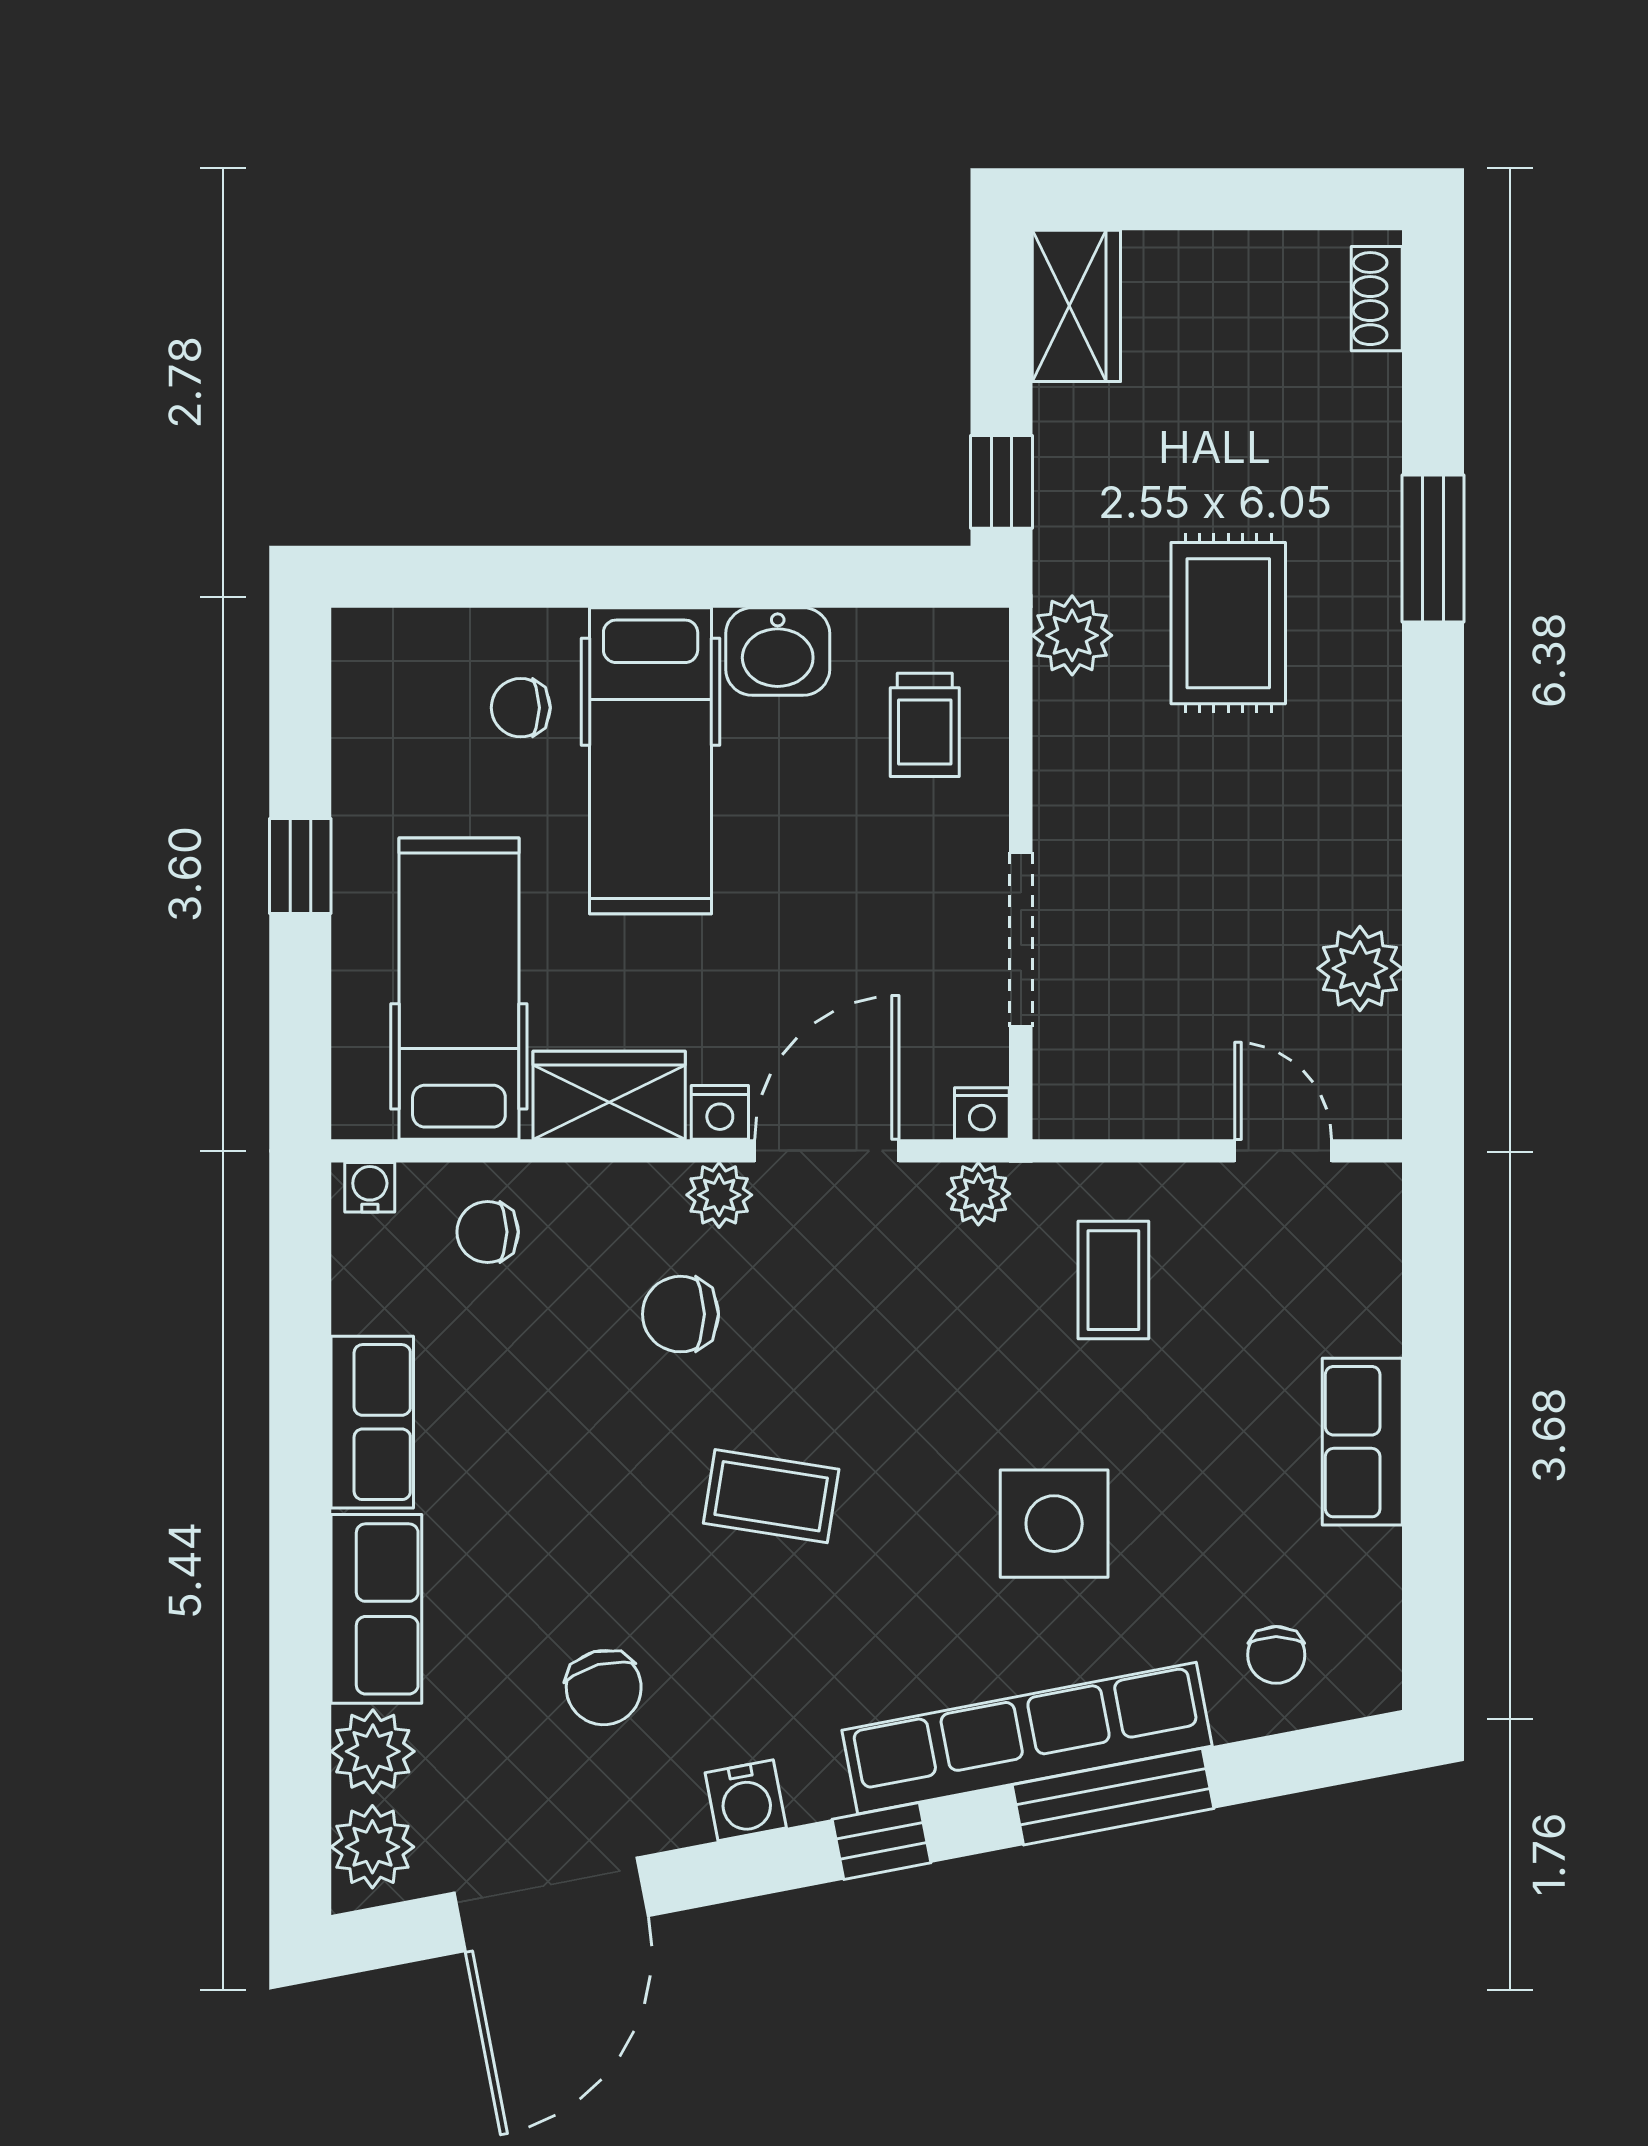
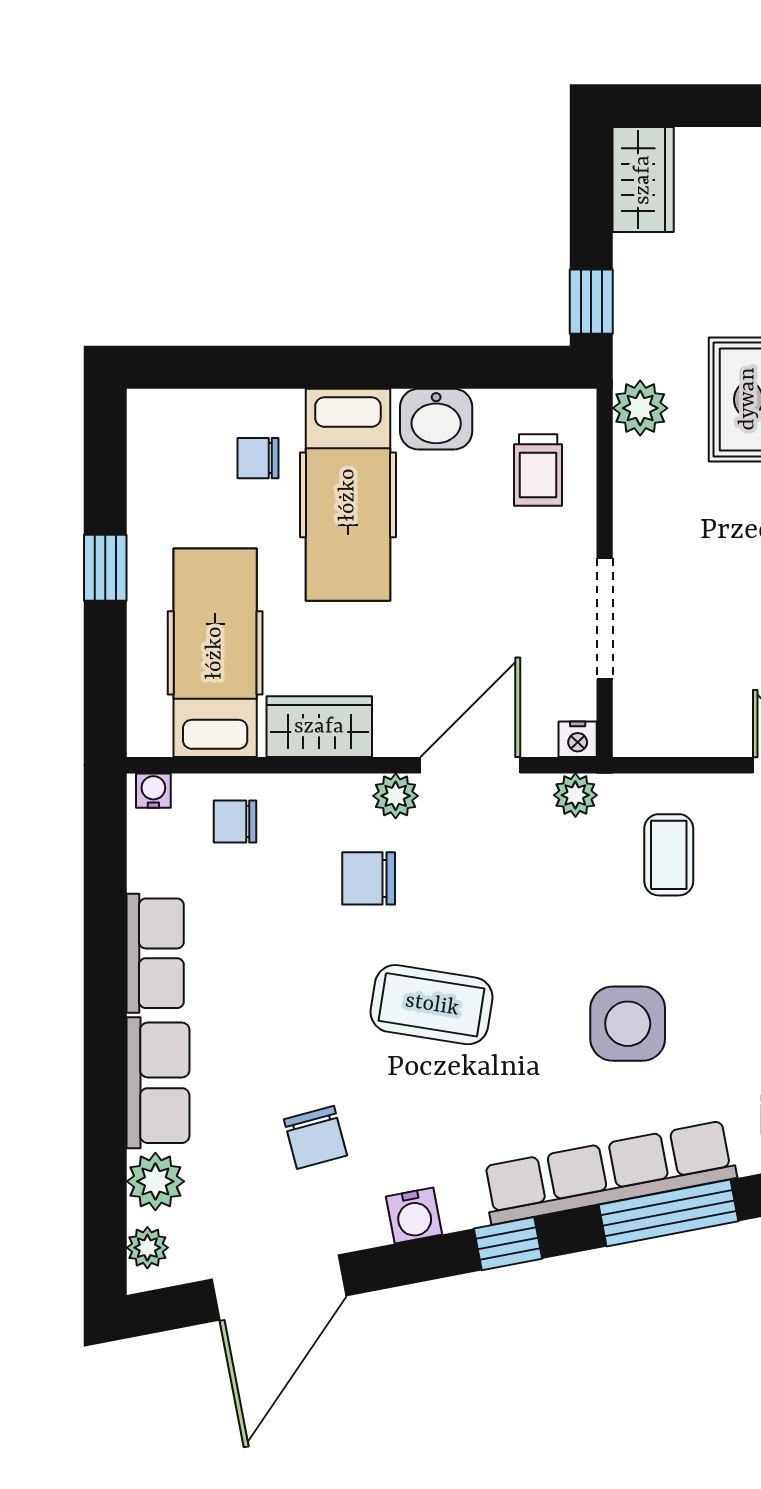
nightstand: (720, 1112) -> (396, 739), removed
coffee table: (771, 1496) -> (432, 1005), width x1.36, depth x1.30
plant: (372, 1847) -> (147, 1248), width x0.73, depth x0.73

